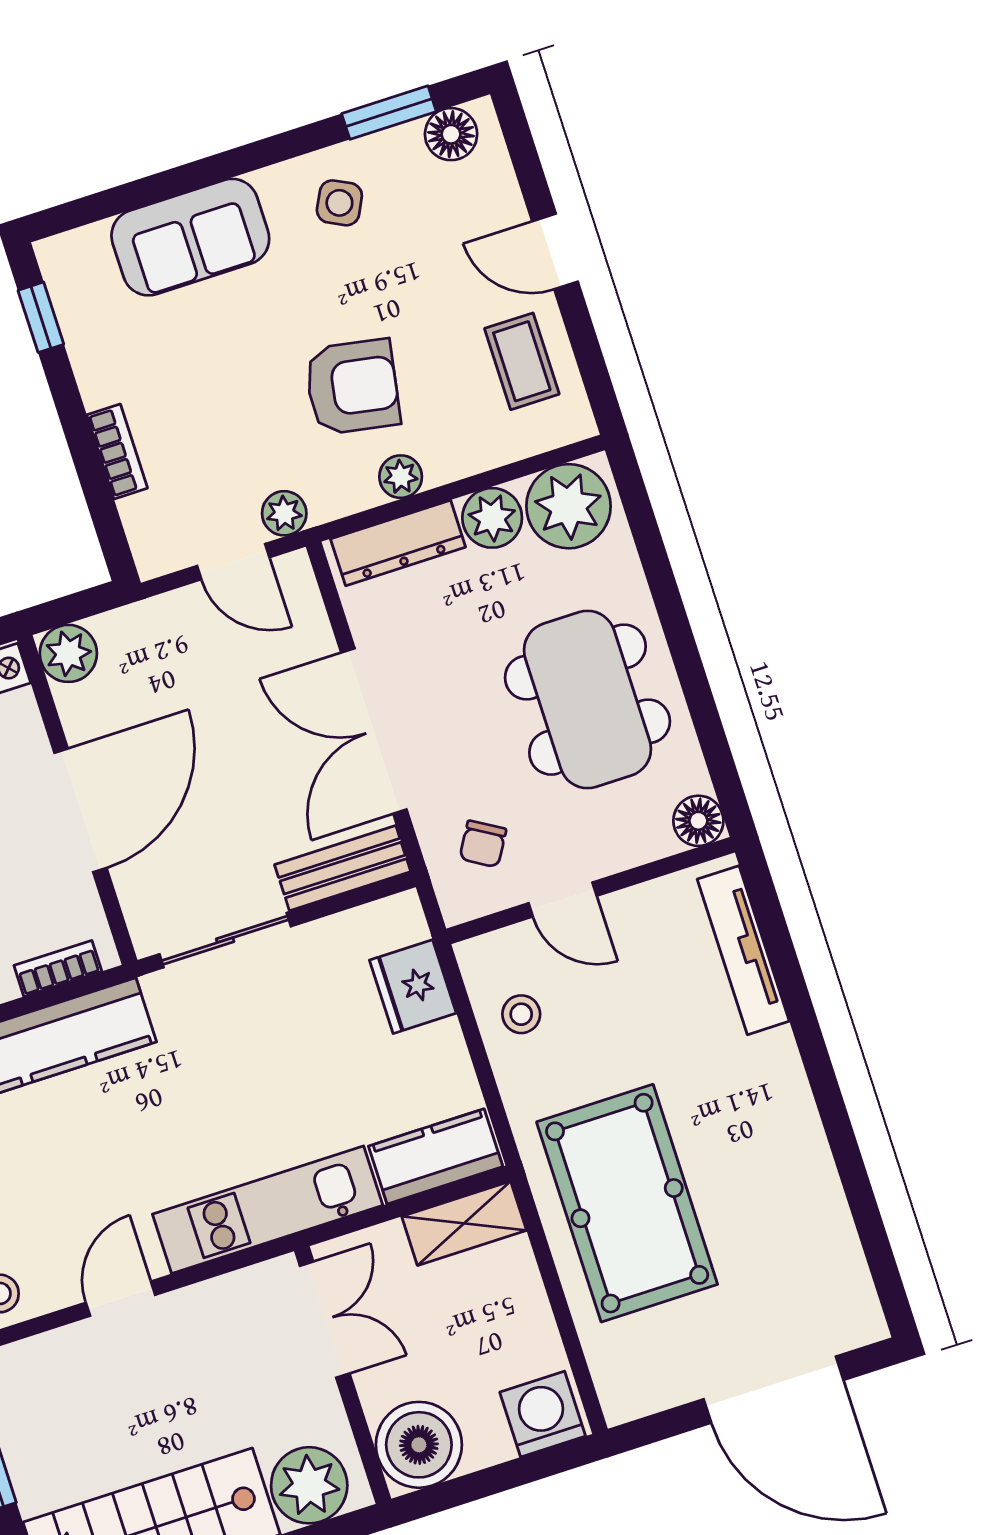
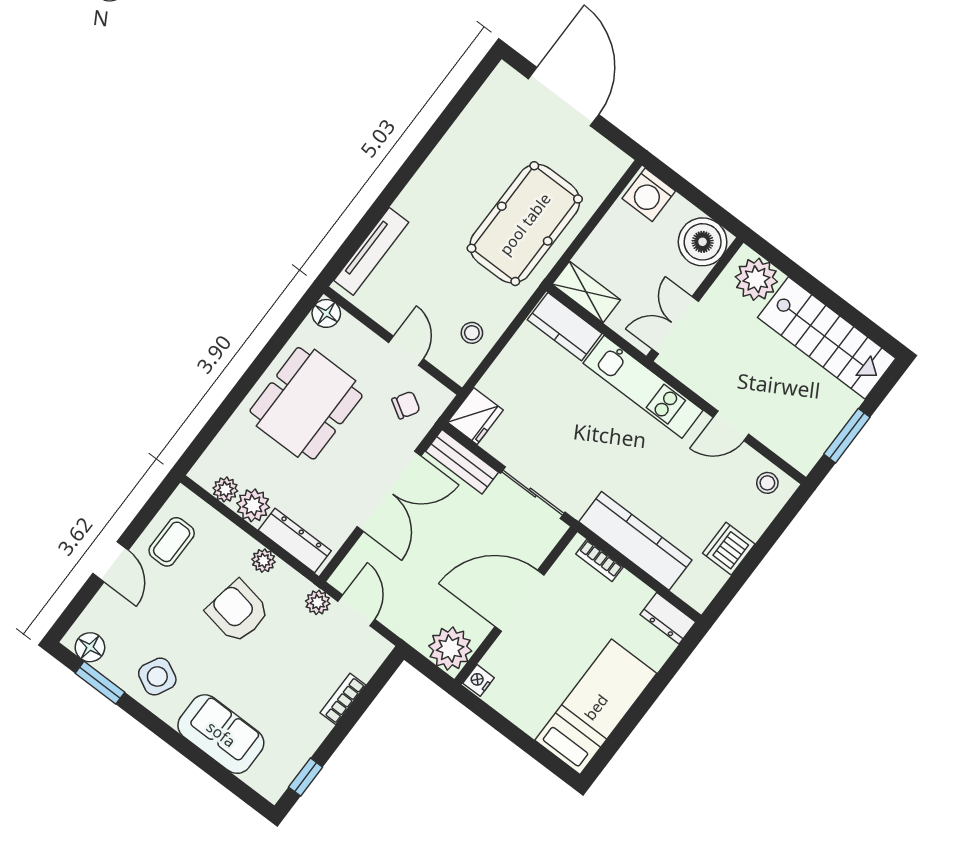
side table: (339, 203) -> (157, 677), width x1.37, depth x1.37
plant: (568, 506) -> (225, 489), width x0.53, depth x0.53
plant: (68, 653) -> (450, 648), width x1.36, depth x1.36
fridge: (413, 987) -> (475, 416), moved

